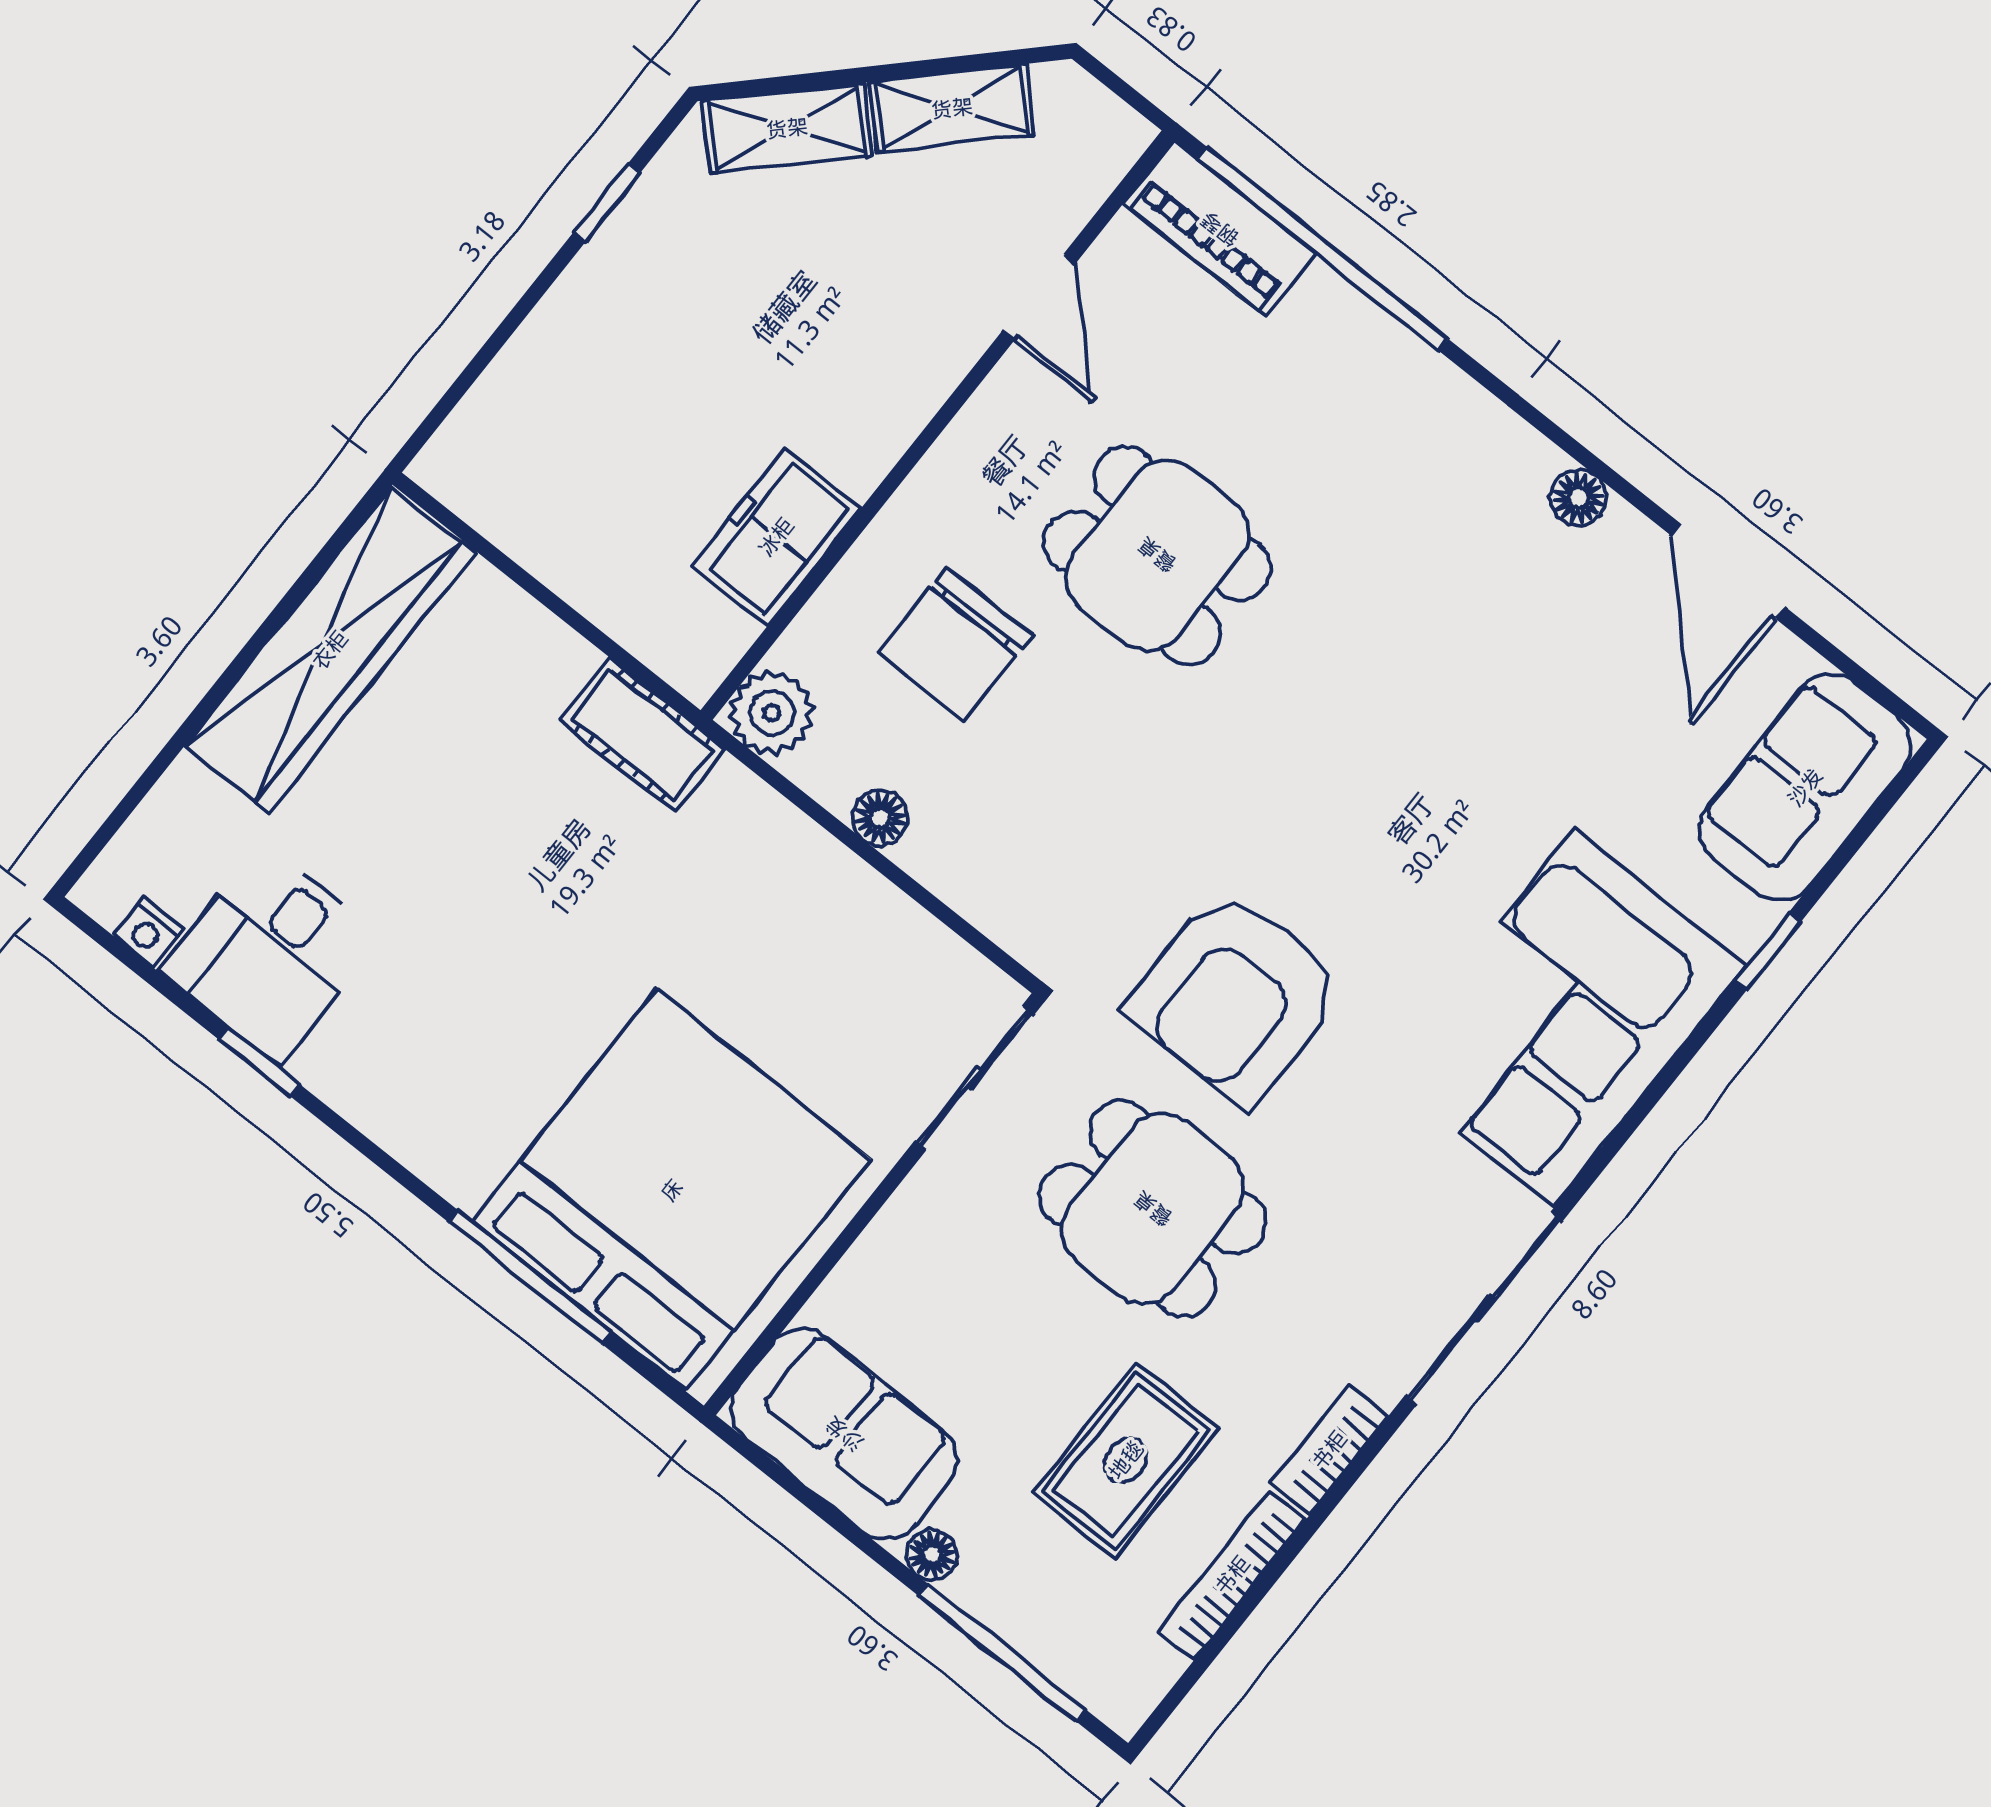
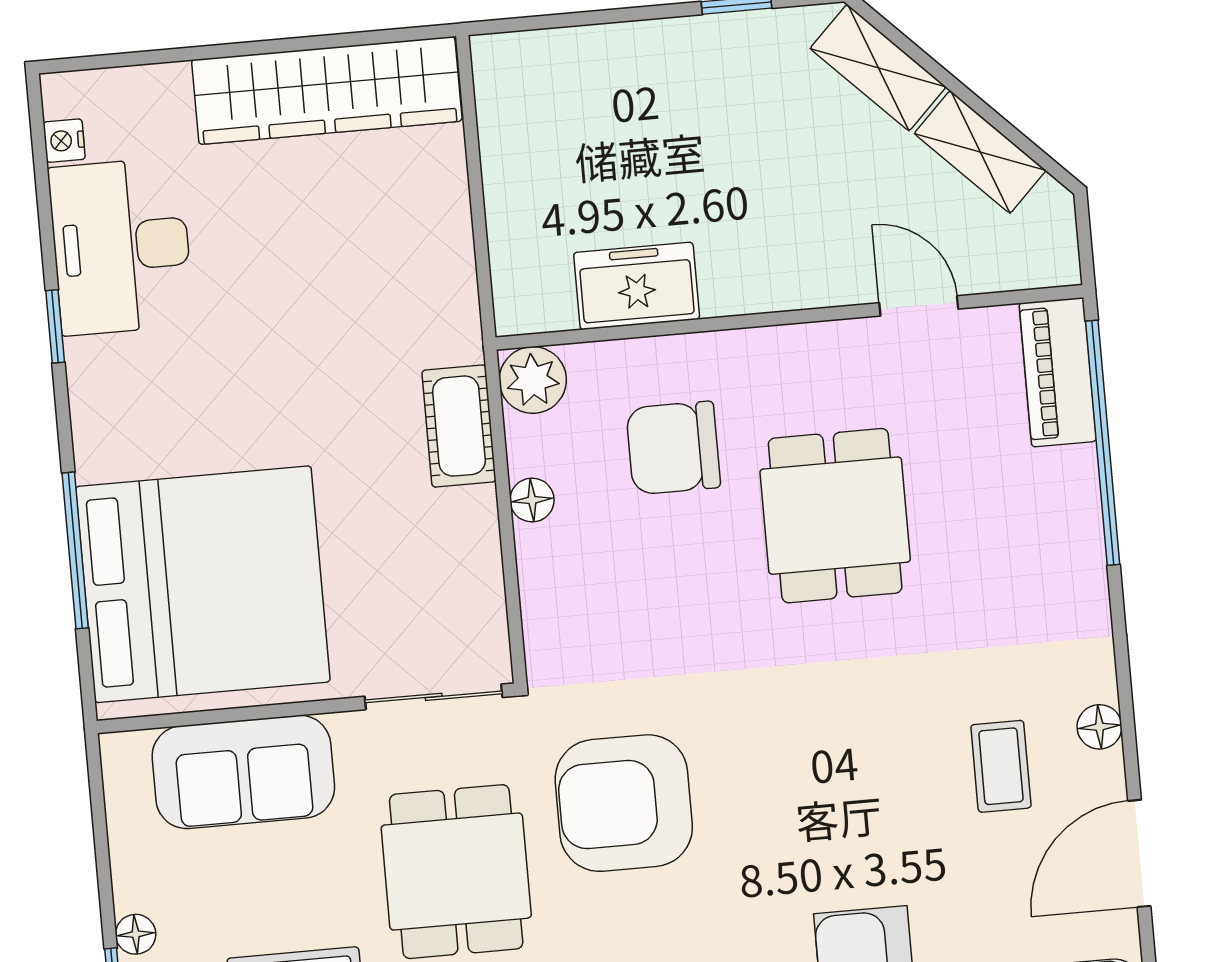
door: (1039, 297) -> (919, 306), swing flipped
coffee table: (1529, 622) -> (1001, 766), added
cot: (642, 735) -> (459, 426), moved
desk: (271, 954) -> (121, 246), width x1.37
window: (259, 1062) -> (55, 326), moved
sofa: (844, 1434) -> (243, 772), moved, turned 90

